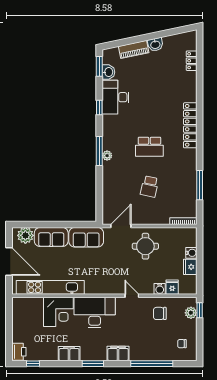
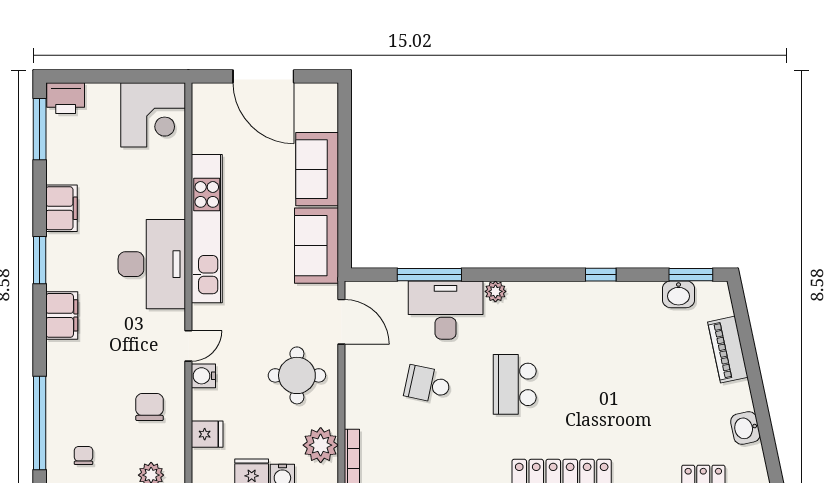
washbasin: (155, 44) -> (745, 428), moved
desk: (116, 97) -> (446, 310), moved
window: (99, 151) -> (429, 275), moved
plant: (25, 235) -> (321, 445), moved
door: (9, 261) -> (263, 76), hinge flipped
kitchen unit: (50, 287) -> (207, 229), moved
water cooler: (160, 289) -> (203, 376), moved
corner desk: (58, 312) -> (153, 115), moved, turned -90
window: (33, 364) -> (40, 129), width x2.17
window: (152, 364) -> (40, 423), moved

